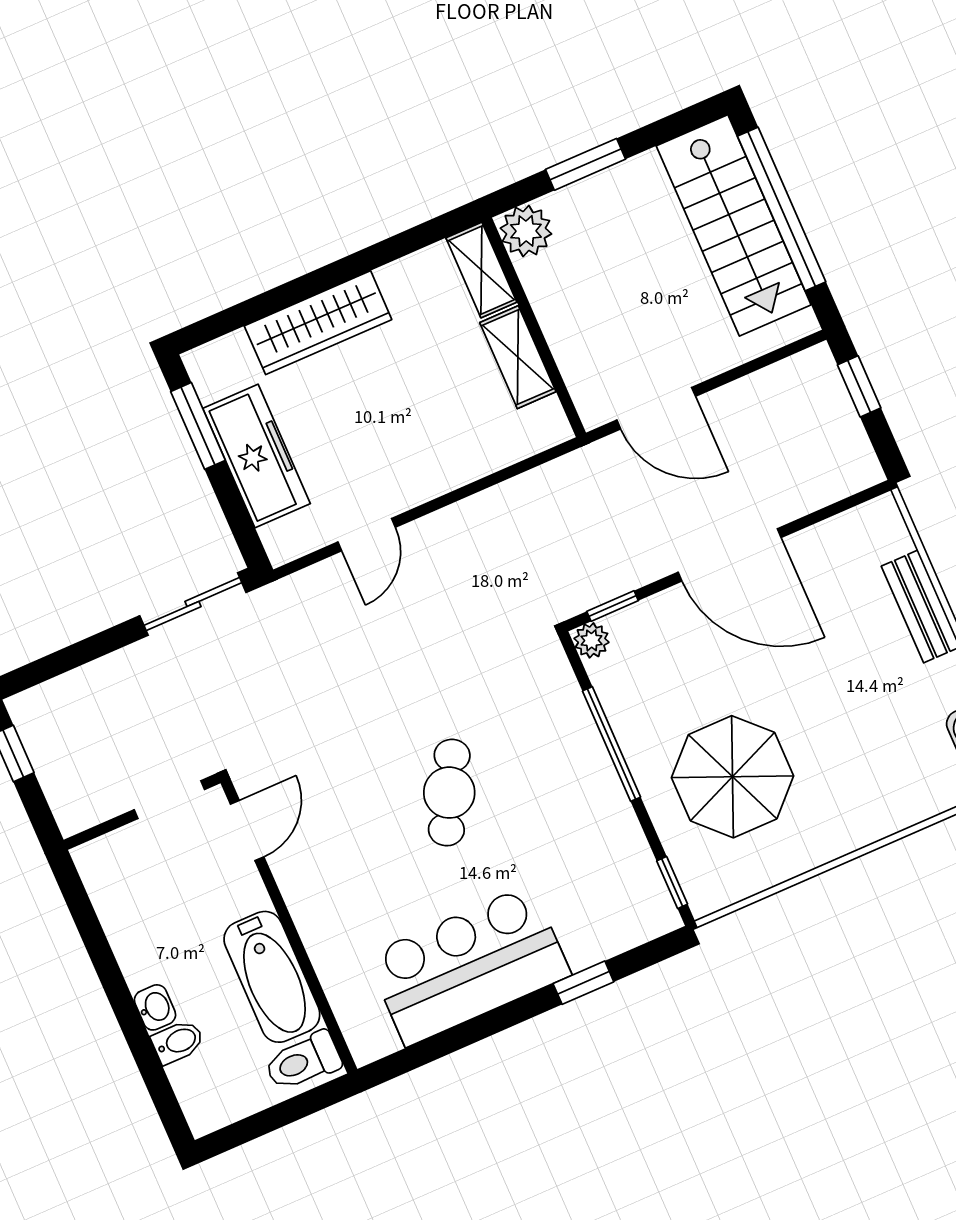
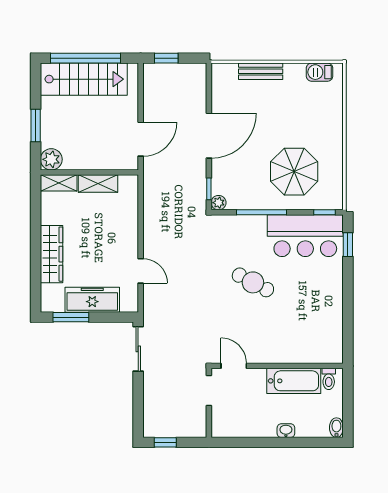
bar counter: (469, 965) -> (305, 236), moved, turned -90
window: (583, 983) -> (348, 245), moved
bidet: (178, 1042) -> (336, 428), moved
toilet: (303, 1061) -> (329, 379), width x0.73, depth x0.72

